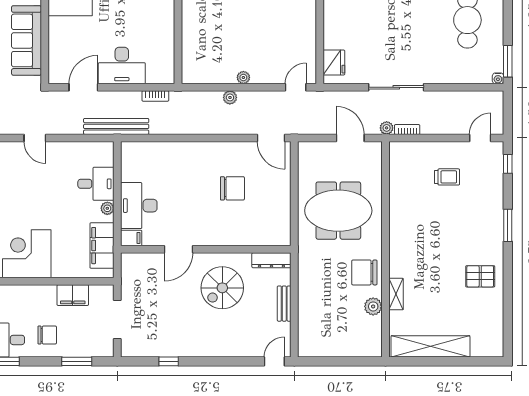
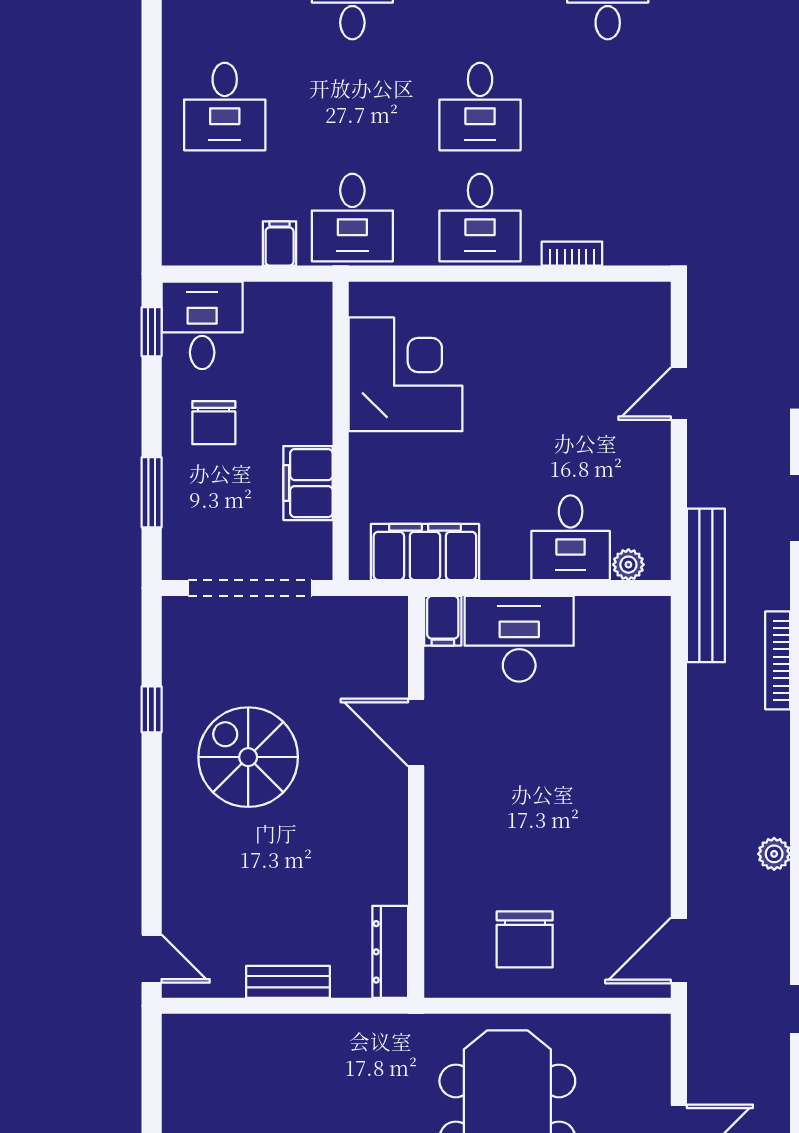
bookcase: (155, 96) -> (778, 660), width x1.56
chair: (232, 188) -> (525, 939), moved
plant: (107, 208) -> (628, 565), moved
spiral stairs: (222, 288) -> (248, 757), moved
doorway: (117, 320) -> (250, 588), width x1.36

